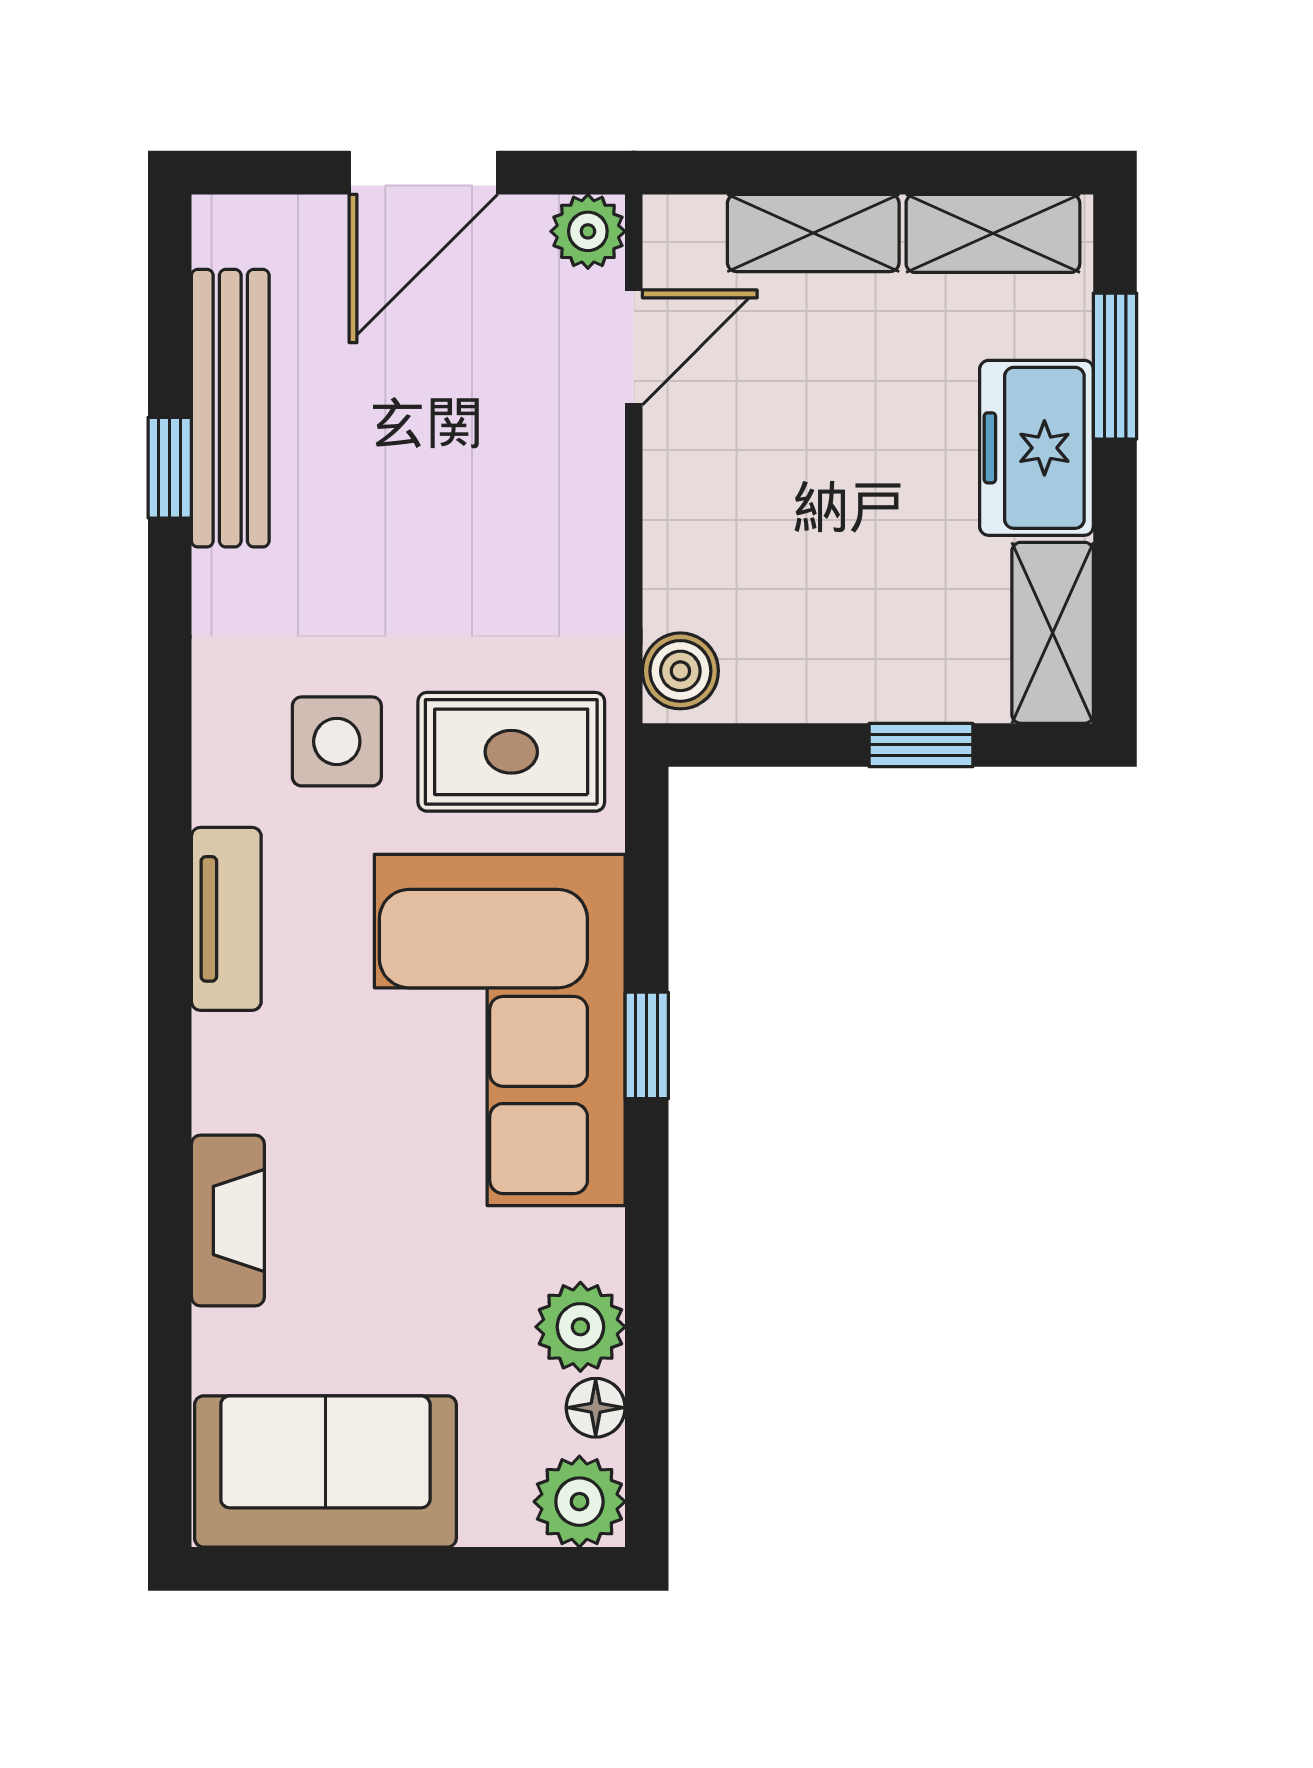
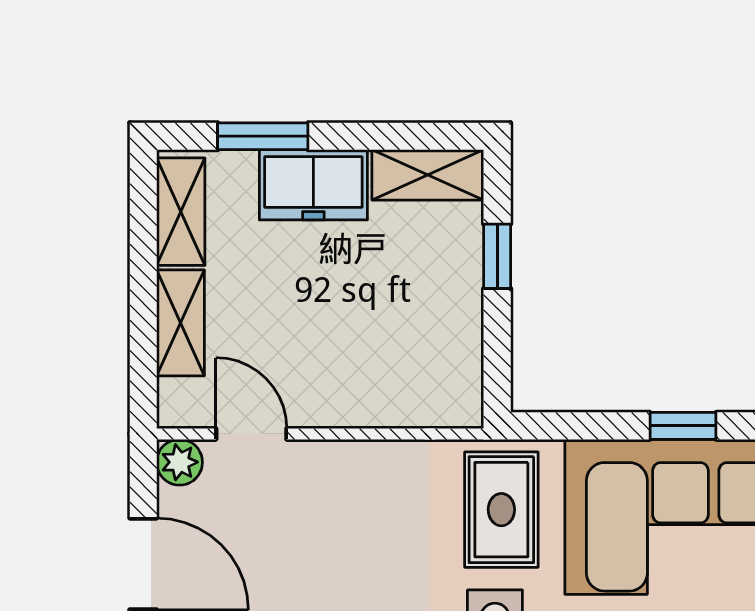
boiler: (680, 671) -> (451, 405), removed

